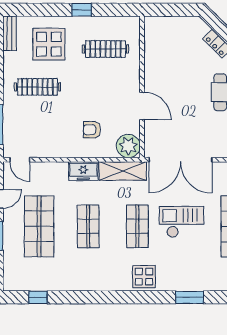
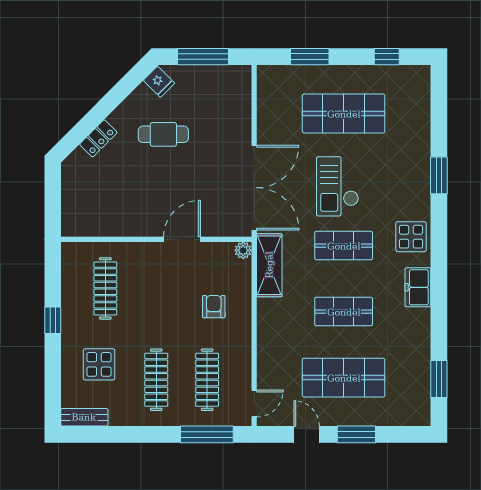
display table: (49, 44) -> (99, 364), width x0.73, depth x0.73
clothes rail: (37, 125) -> (207, 380), added
armchair: (92, 130) -> (214, 307), turned 180
plant: (128, 146) -> (243, 250), width x0.53, depth x0.53
freezer: (83, 171) -> (418, 287), moved, turned 180
window: (38, 297) -> (439, 379), width x1.50

